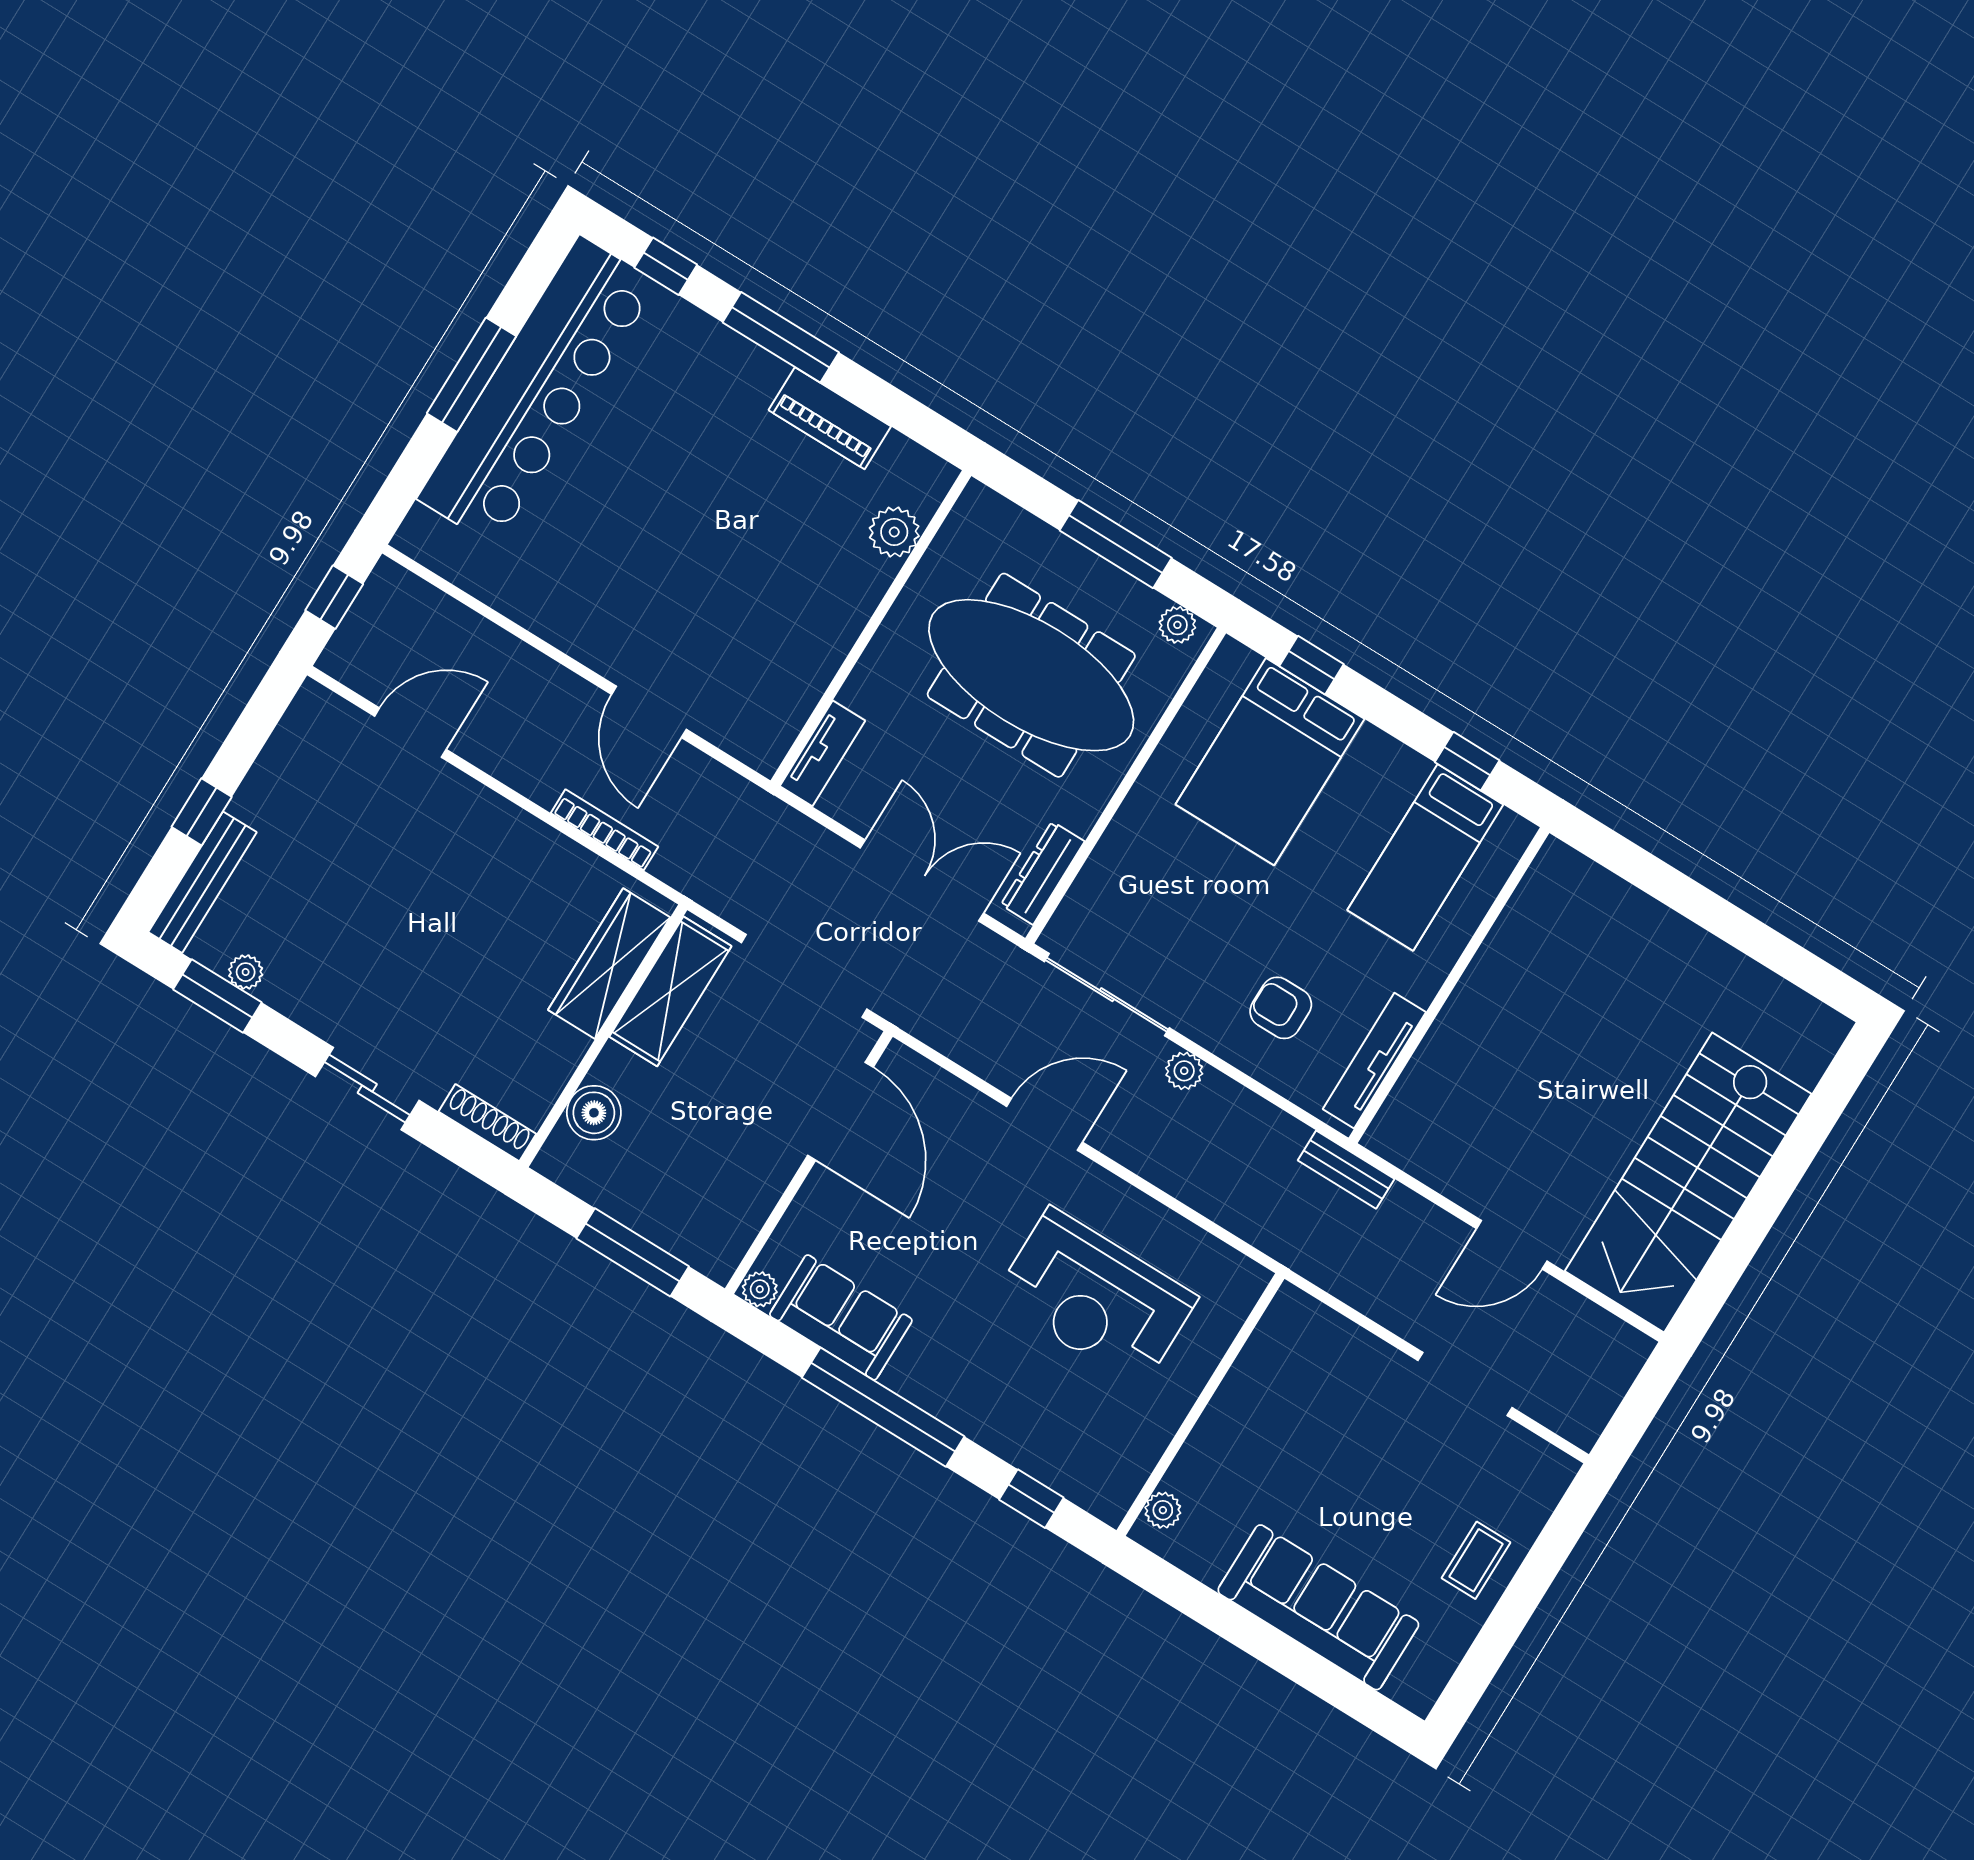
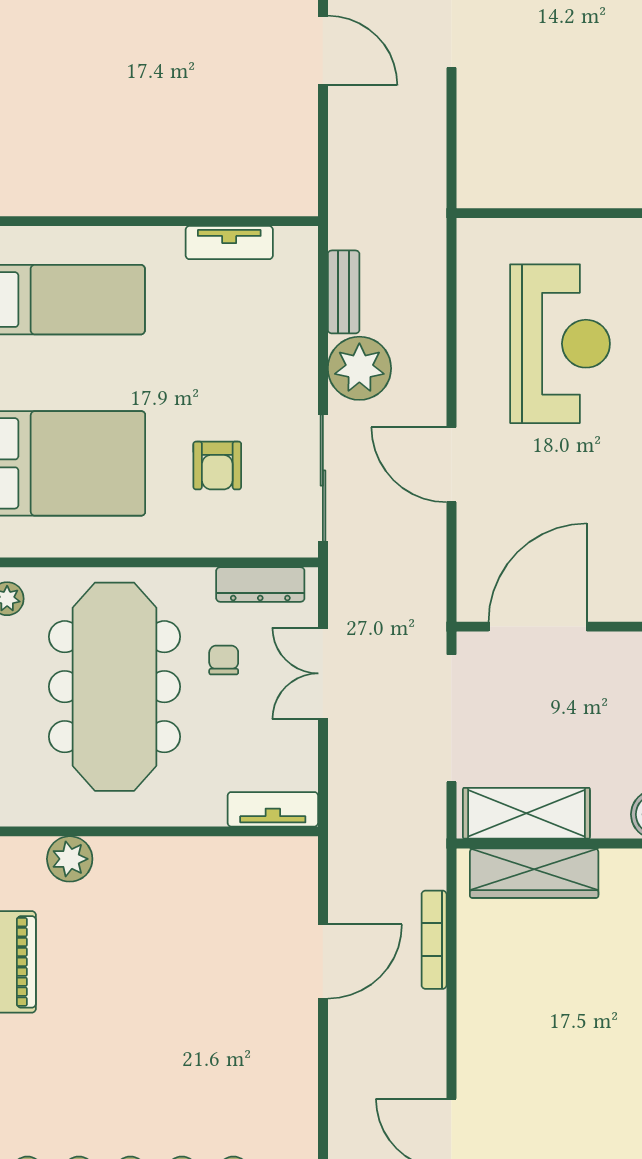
chair: (993, 794) -> (224, 660), added
double door: (922, 880) -> (323, 673), width x0.73
armchair: (1281, 1008) -> (217, 465), moved
tv unit: (1374, 1061) -> (229, 243), width x0.71
plant: (1184, 1071) -> (359, 368), width x1.87, depth x1.87
bench: (1346, 1170) -> (344, 292), moved

